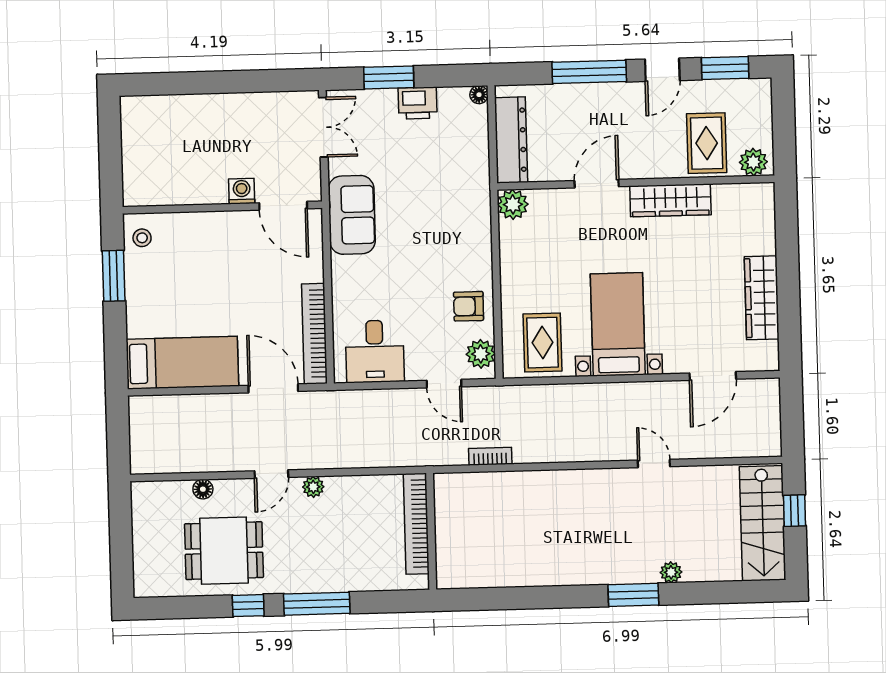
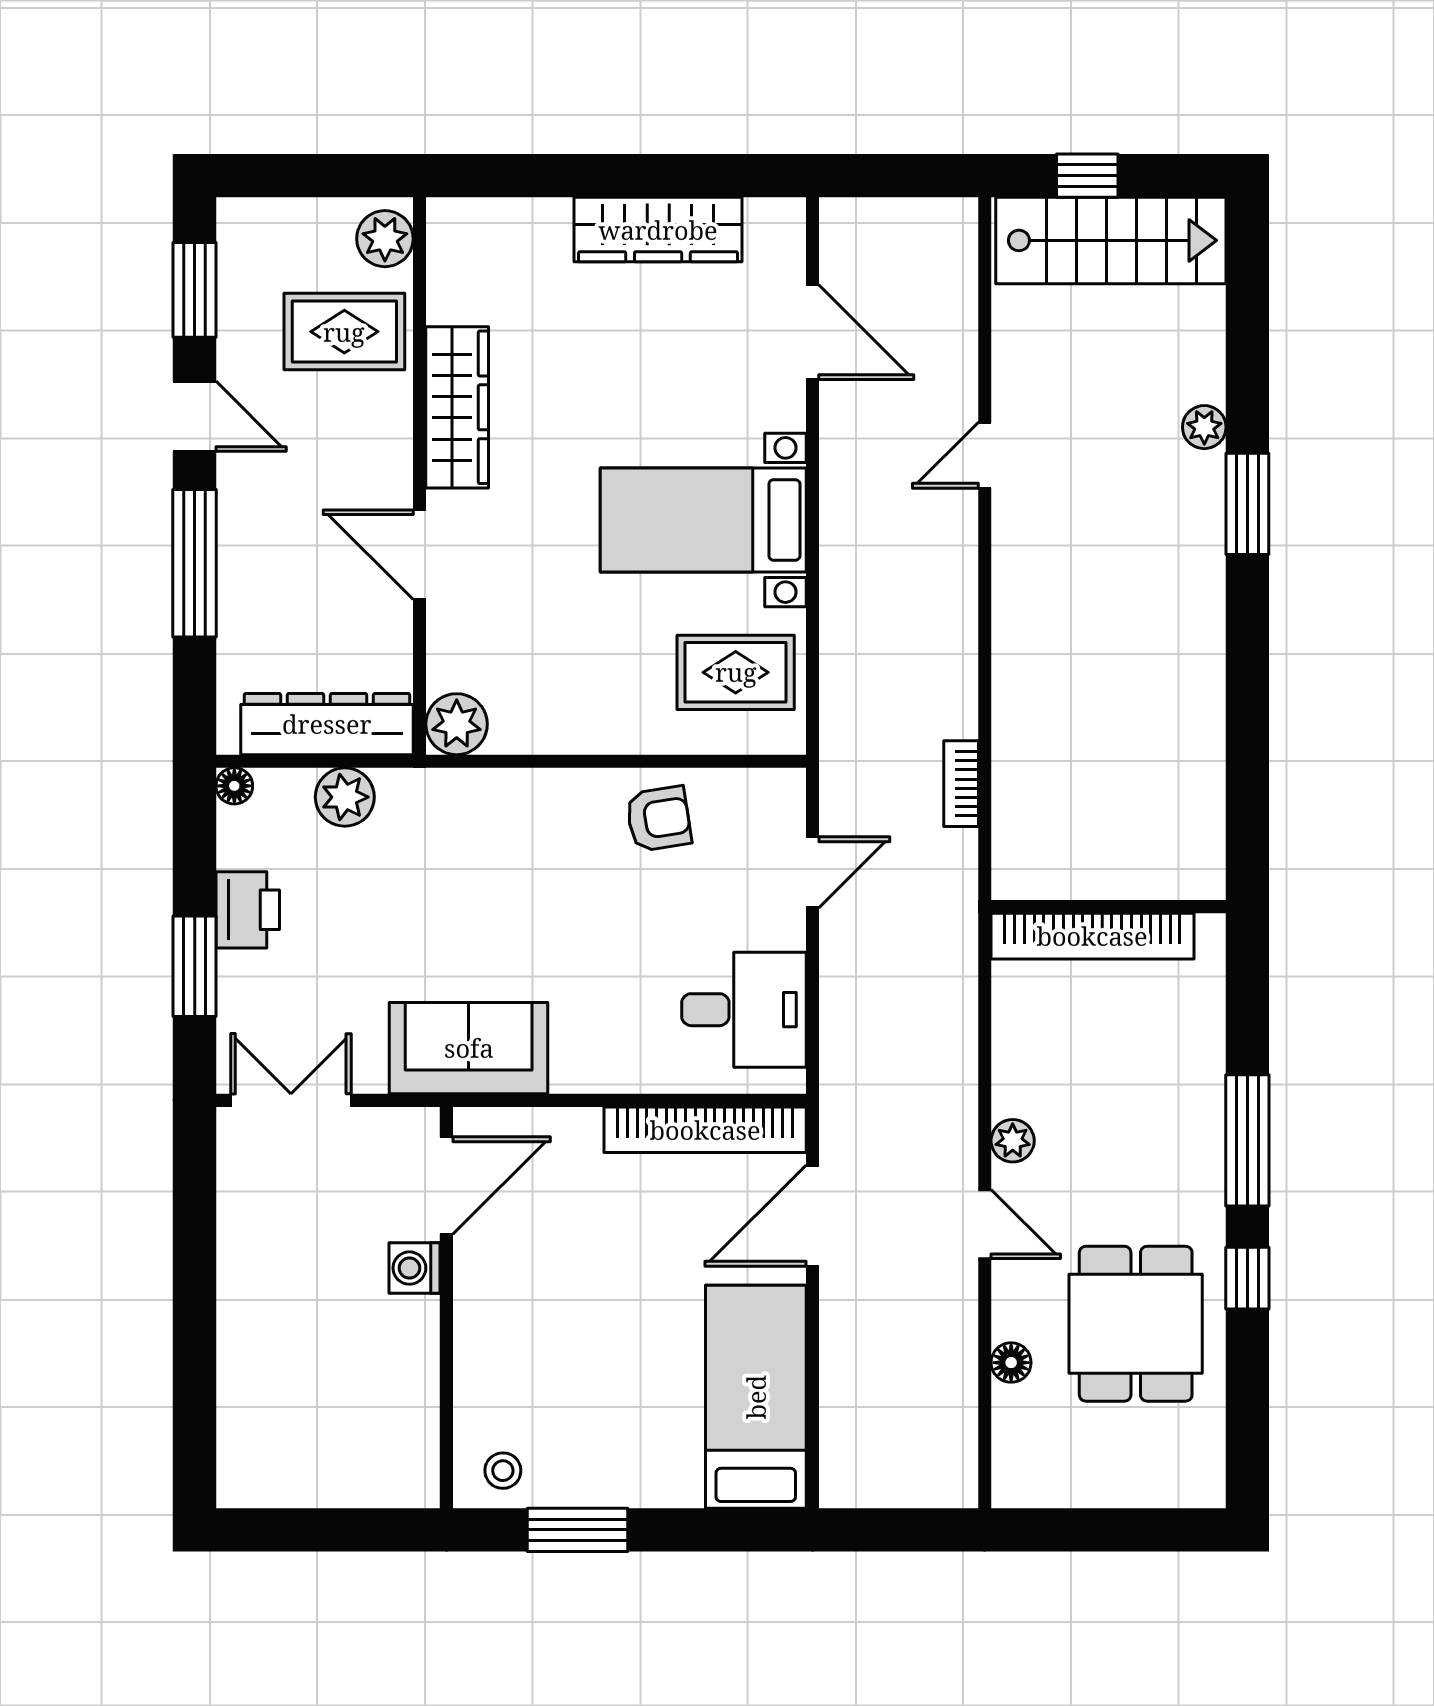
armchair: (469, 306) -> (659, 819), turned -99
plant: (481, 354) -> (345, 797), moved

